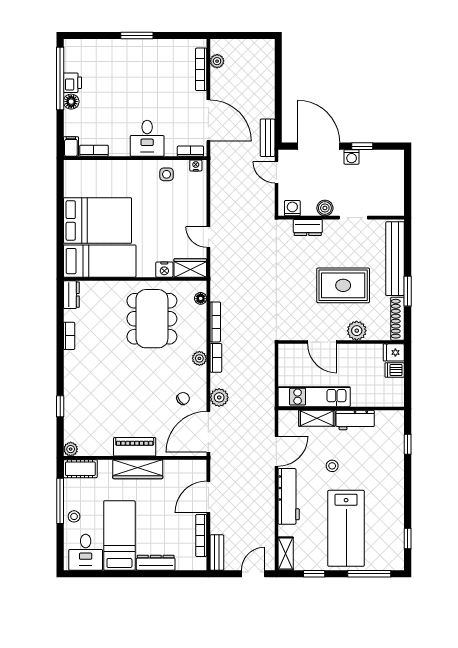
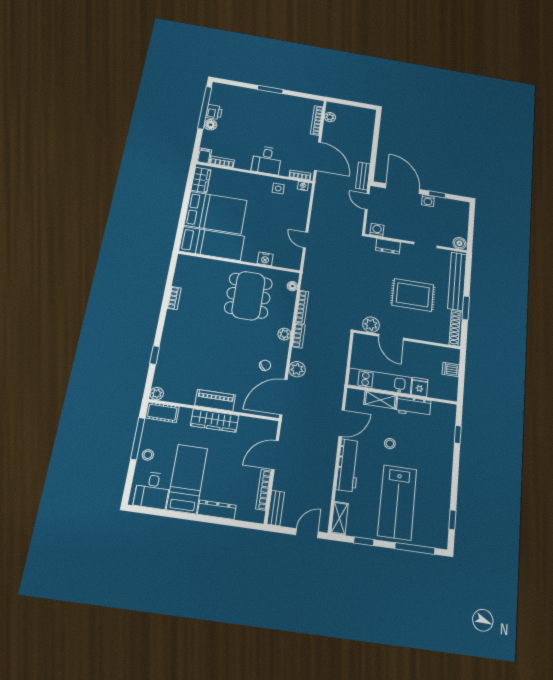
boiler: (325, 208) -> (460, 243), moved
wardrobe: (190, 268) -> (201, 180), moved, turned 90
dresser: (71, 295) -> (183, 266), removed
plant: (357, 331) -> (371, 325), moved
fridge: (394, 352) -> (420, 387), moved, turned 90

